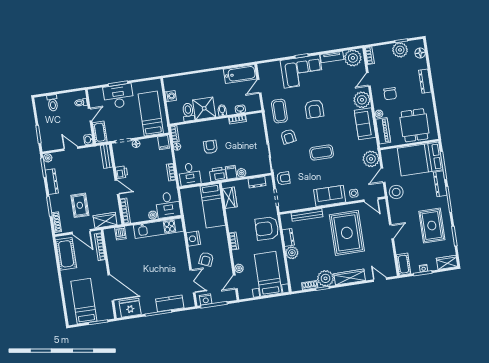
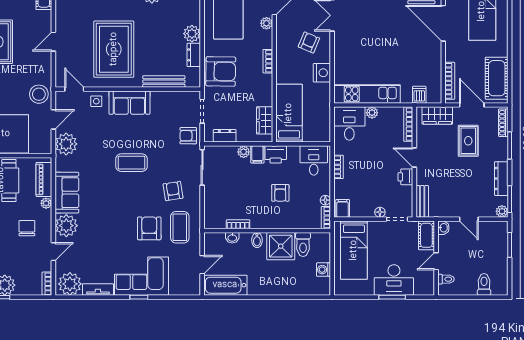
armchair: (314, 109) -> (149, 228), moved

